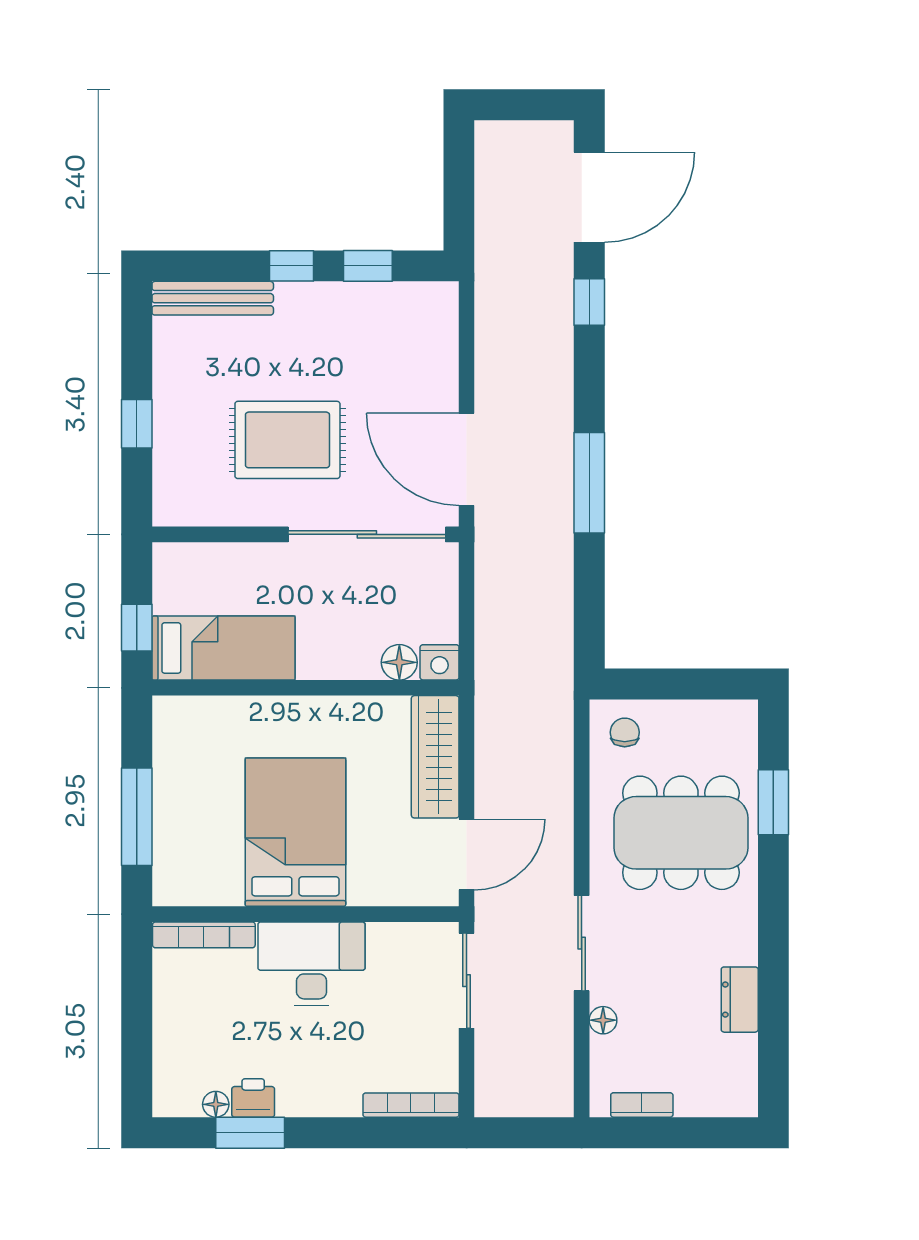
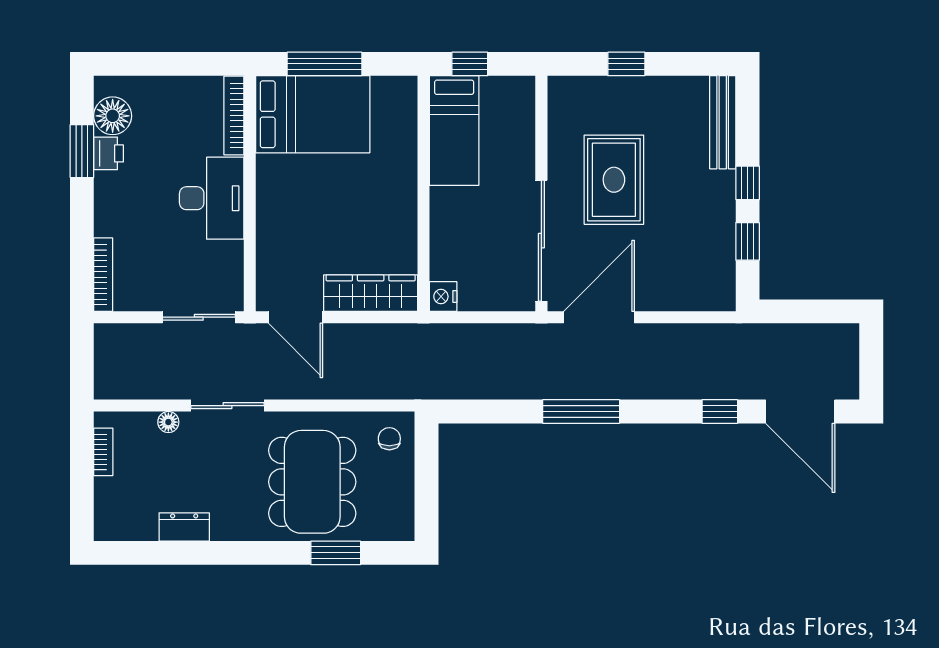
floor lamp: (399, 662) -> (443, 266), removed
chair: (625, 732) -> (389, 439), turned -90
bed: (295, 832) -> (313, 114), moved
floor lamp: (216, 1104) -> (113, 116), width x1.89, depth x1.89

